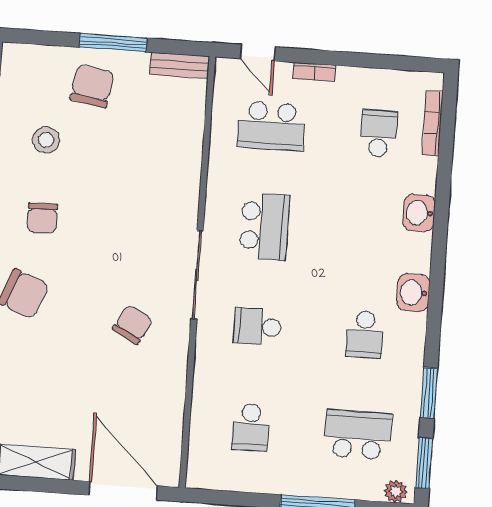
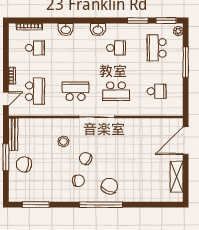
bench: (179, 65) -> (13, 134), width x1.36
school desk: (379, 134) -> (35, 48), turned 180
stool: (46, 140) -> (63, 141), moved
chair: (133, 325) -> (86, 159), moved
school desk: (257, 327) -> (116, 91), width x1.85

